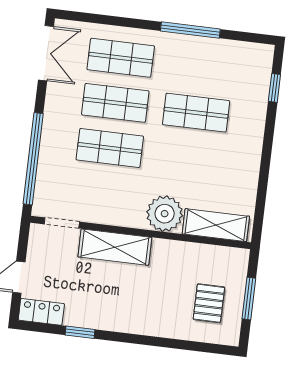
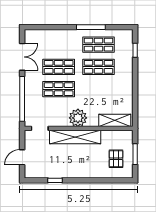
double door: (46, 53) -> (22, 57), moved
shop shelf: (121, 58) -> (99, 45), moved
plant: (165, 214) -> (78, 118), moved
shelving: (115, 247) -> (75, 137), width x1.47
locker: (41, 312) -> (35, 173), removed

